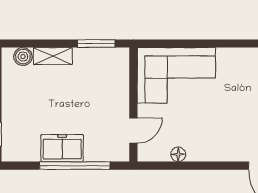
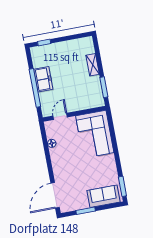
boiler: (23, 57) -> (89, 48), removed
door: (133, 130) -> (60, 116), swing flipped

